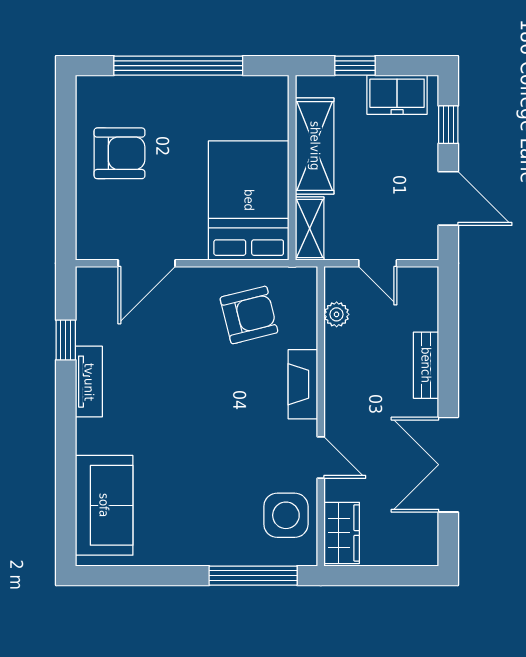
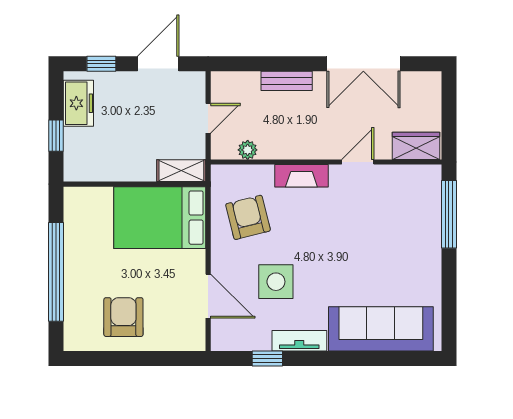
shelving: (315, 146) -> (118, 167), removed
sofa: (104, 505) -> (381, 329), width x1.36
side table: (286, 515) -> (276, 282), moved

